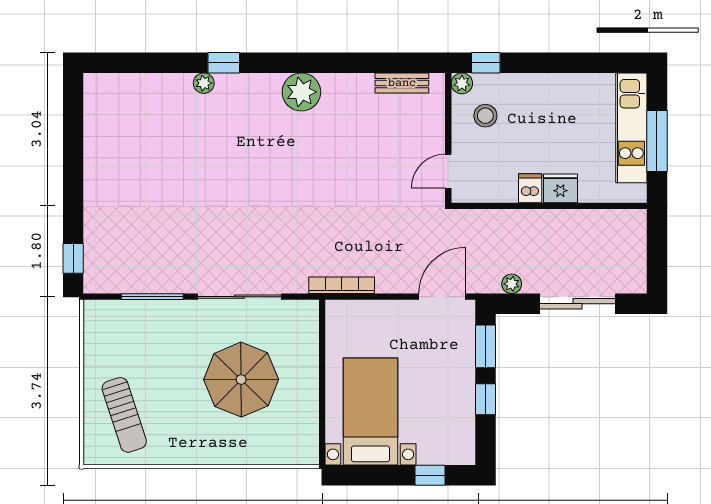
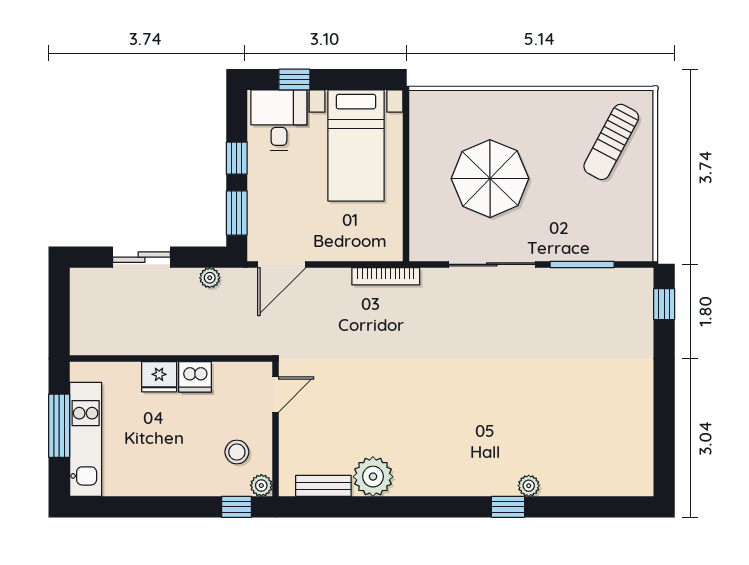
plant: (301, 92) -> (373, 477), moved
dishwasher: (530, 188) -> (195, 377), width x1.38
sliding door: (577, 304) -> (142, 257), width x0.73
sun lounger: (124, 415) -> (611, 142), turned -134
desk: (445, 436) -> (279, 120), added

